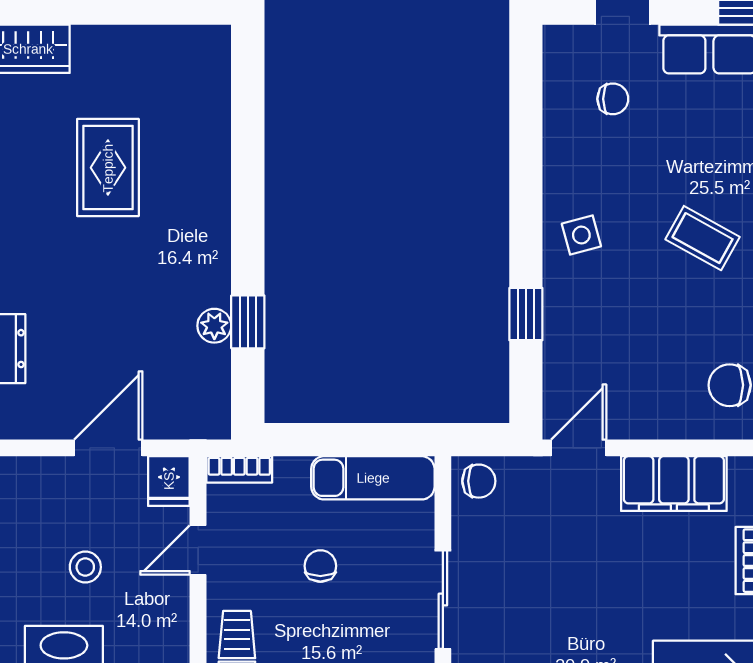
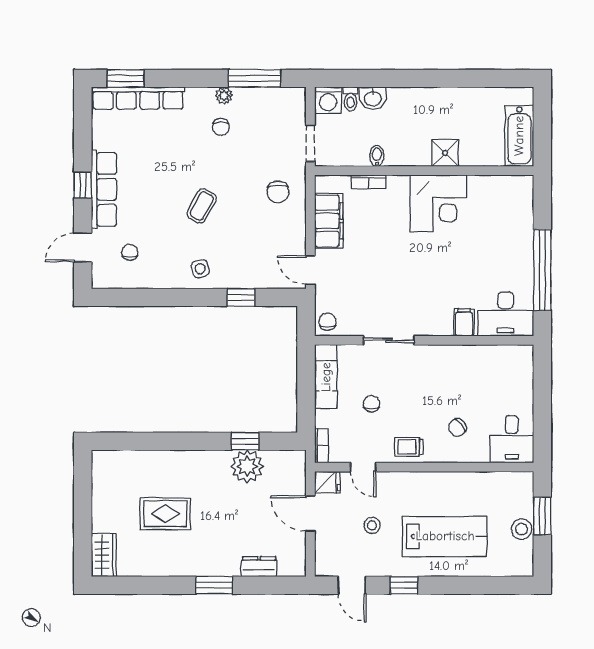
plant: (214, 326) -> (247, 466), width x1.88, depth x1.88
chair: (320, 566) -> (371, 404), turned 90

